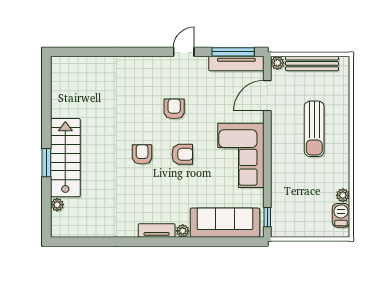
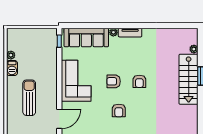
barbecue: (341, 215) -> (12, 68), moved

